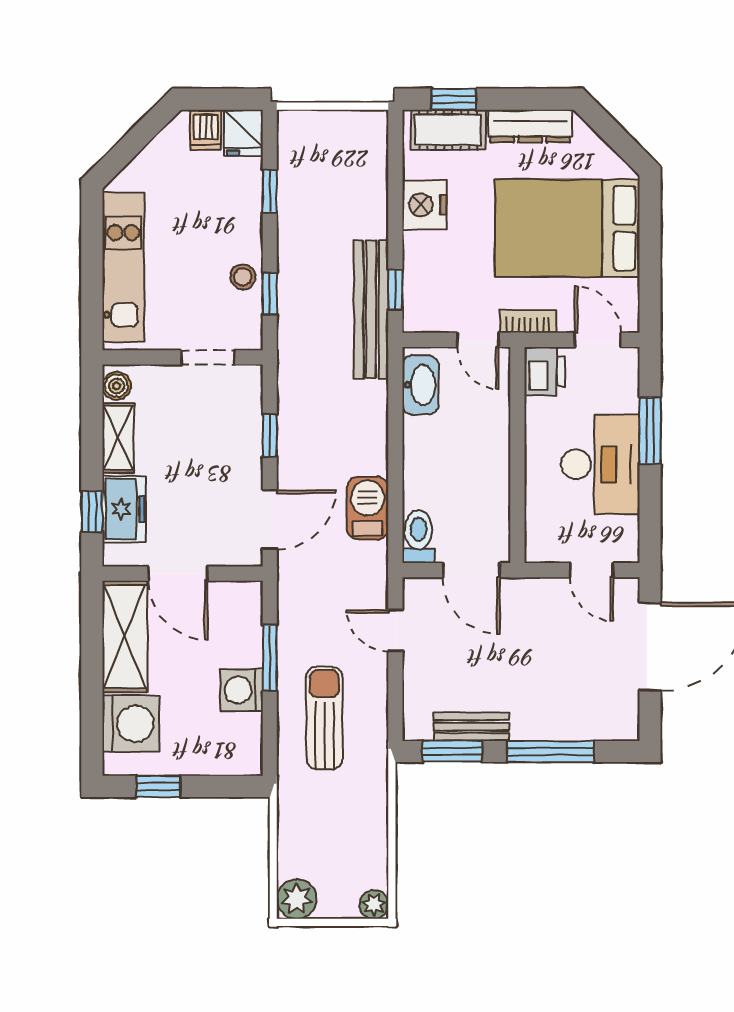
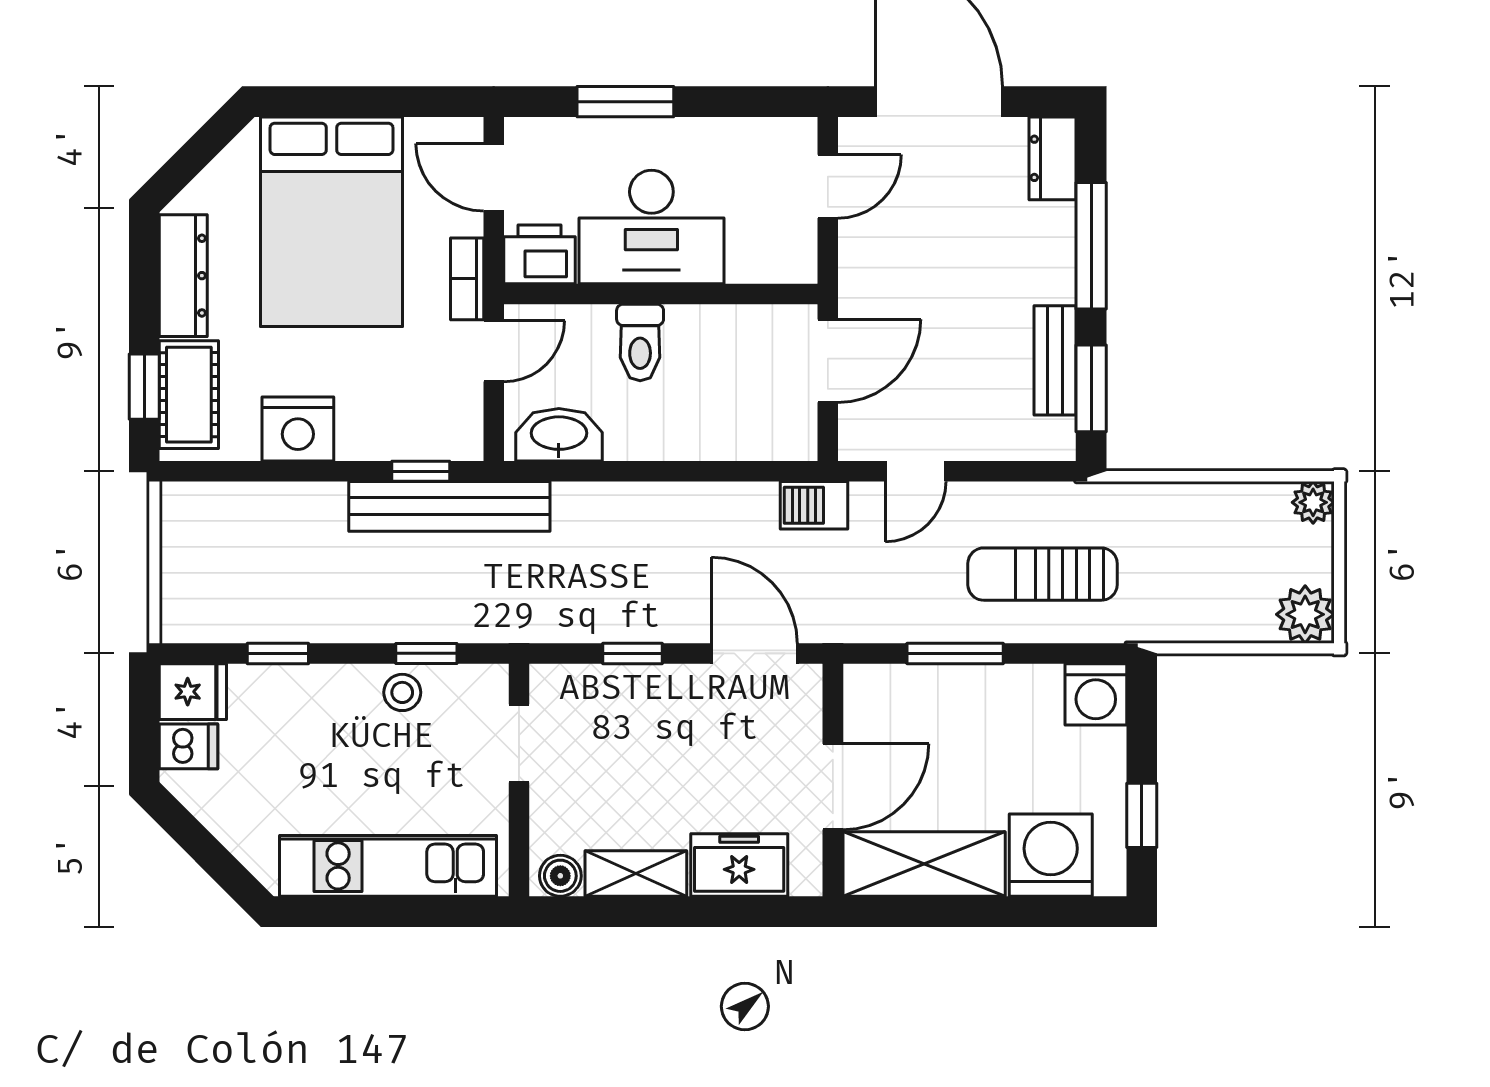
door: (598, 340) -> (494, 177), hinge flipped
desk: (600, 464) -> (651, 227), moved, turned 180
barbecue: (368, 508) -> (814, 505), moved, width x0.73, depth x0.79
window: (92, 512) -> (743, 912), removed
toilet: (418, 537) -> (640, 342), moved, turned -90
washing machine: (242, 690) -> (1096, 694), moved
dresser: (611, 725) -> (1053, 158), added

